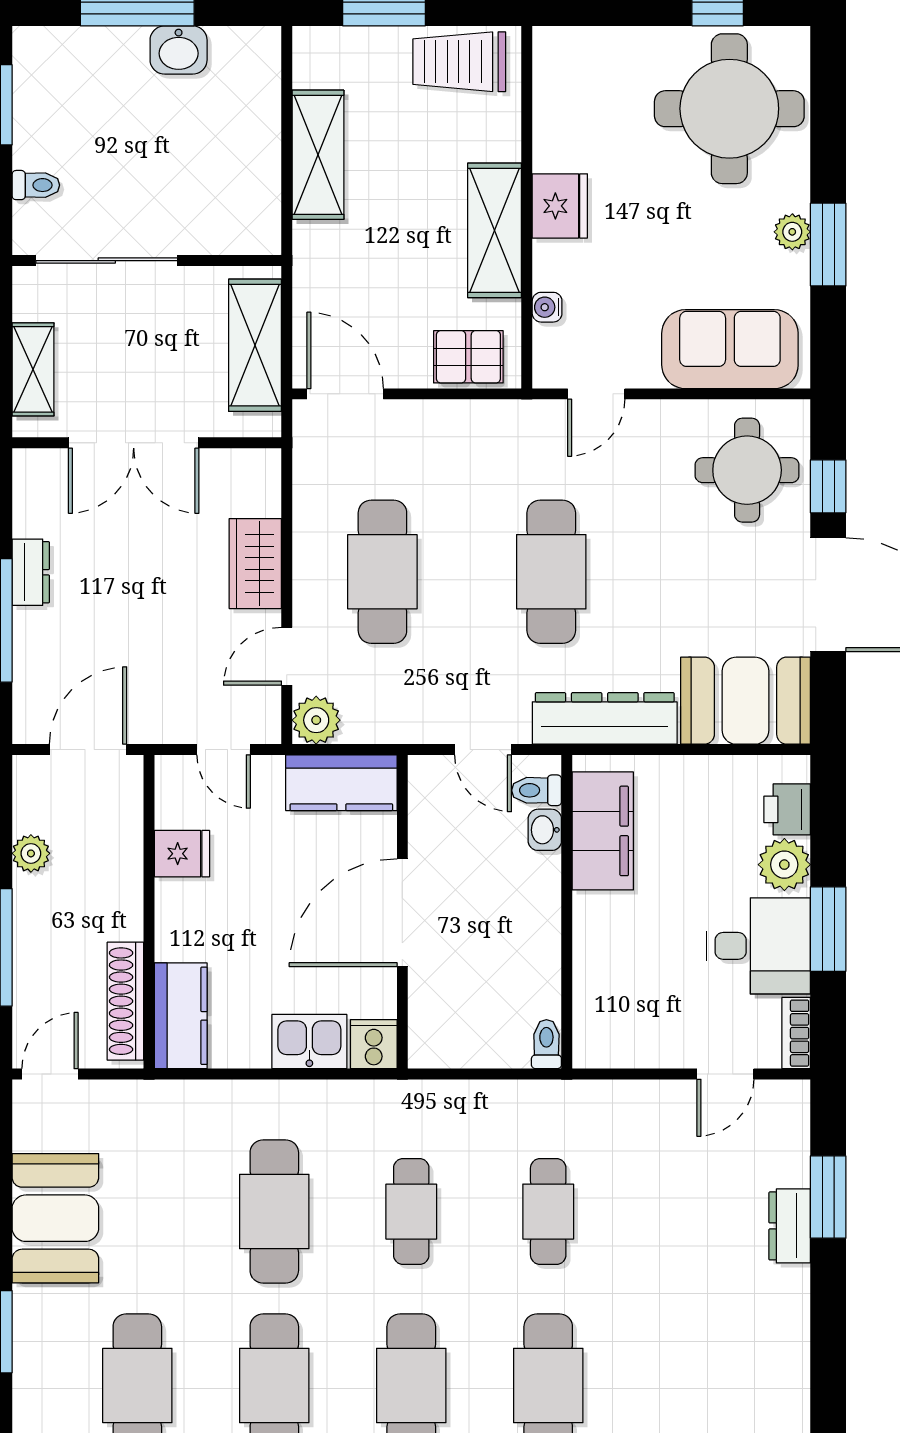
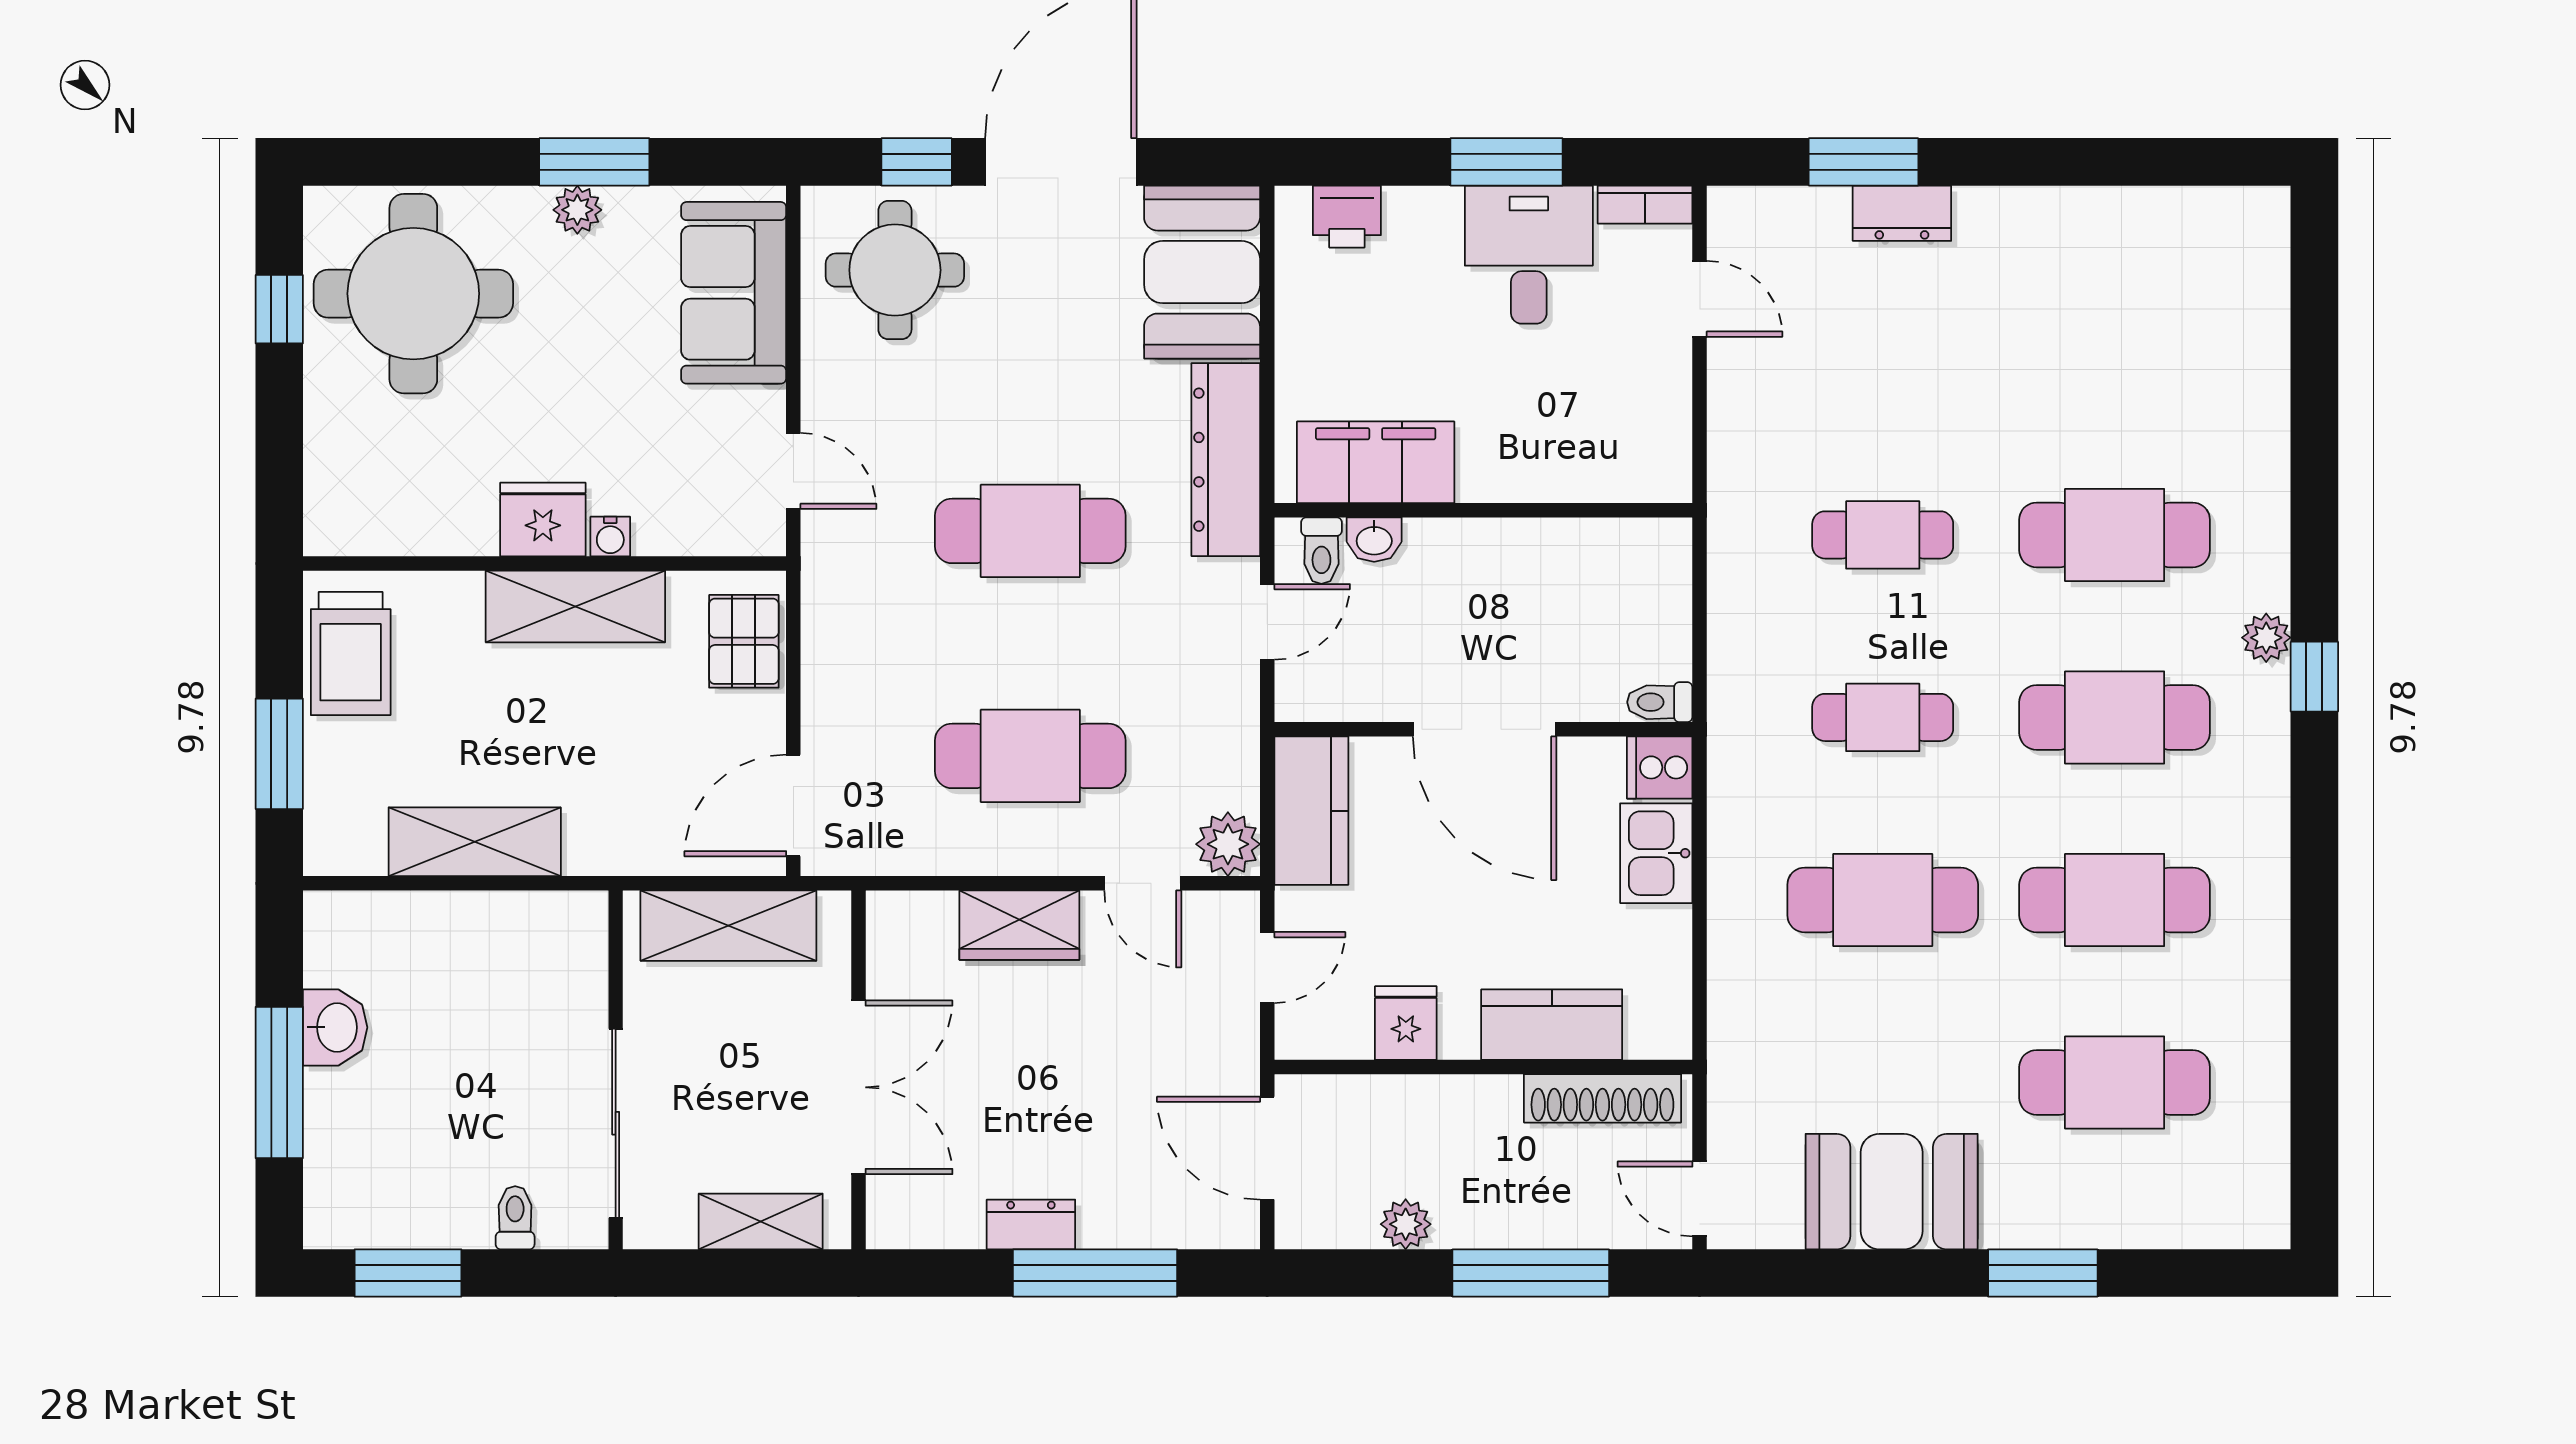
water cooler: (547, 307) -> (610, 537), moved
plant: (784, 865) -> (1420, 220), removed
kitchen counter: (181, 1016) -> (1552, 1025), moved
toilet: (546, 1044) -> (1660, 702), moved

